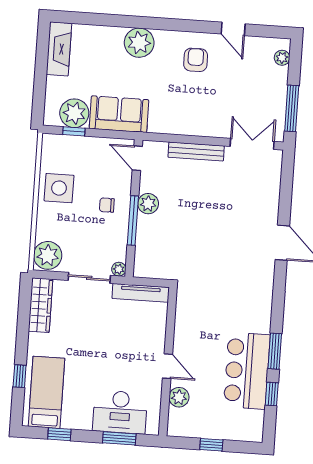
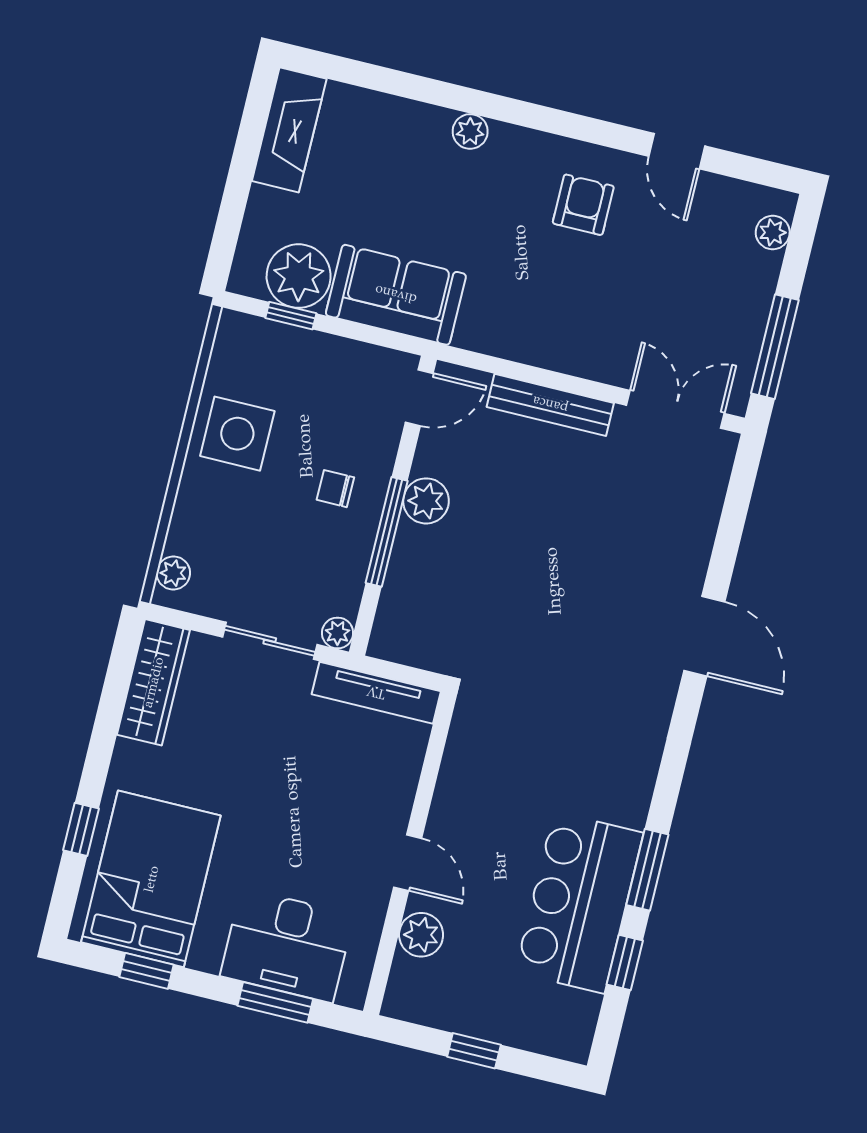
plant: (139, 43) -> (470, 131), width x0.53, depth x0.53
door: (137, 158) -> (419, 398), swing flipped
plant: (48, 255) -> (173, 573), width x0.53, depth x0.53
bed: (47, 392) -> (151, 879), width x1.50

